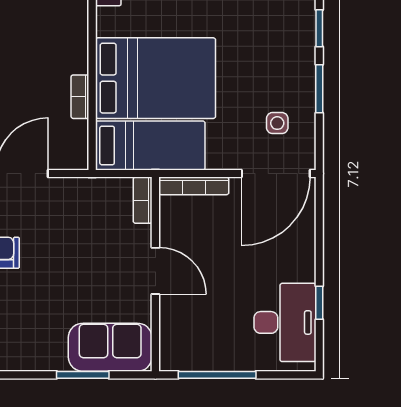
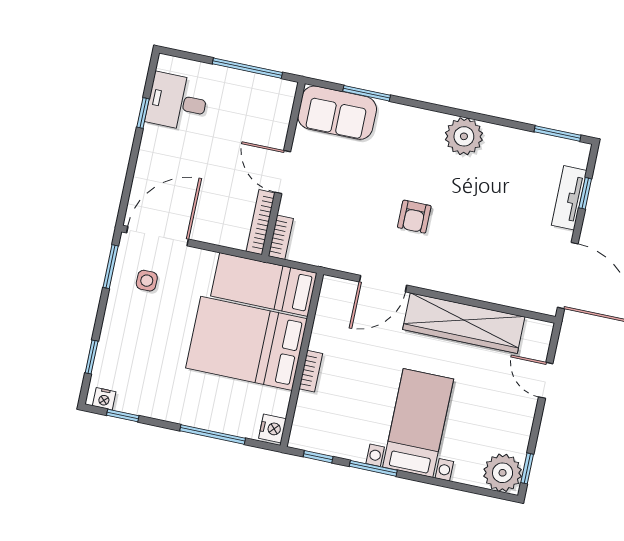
window: (319, 89) -> (111, 267), moved
bookcase: (80, 97) -> (311, 371), moved
bookcase: (194, 186) -> (261, 222), moved, turned -90
desk: (285, 322) -> (177, 102), width x0.73

